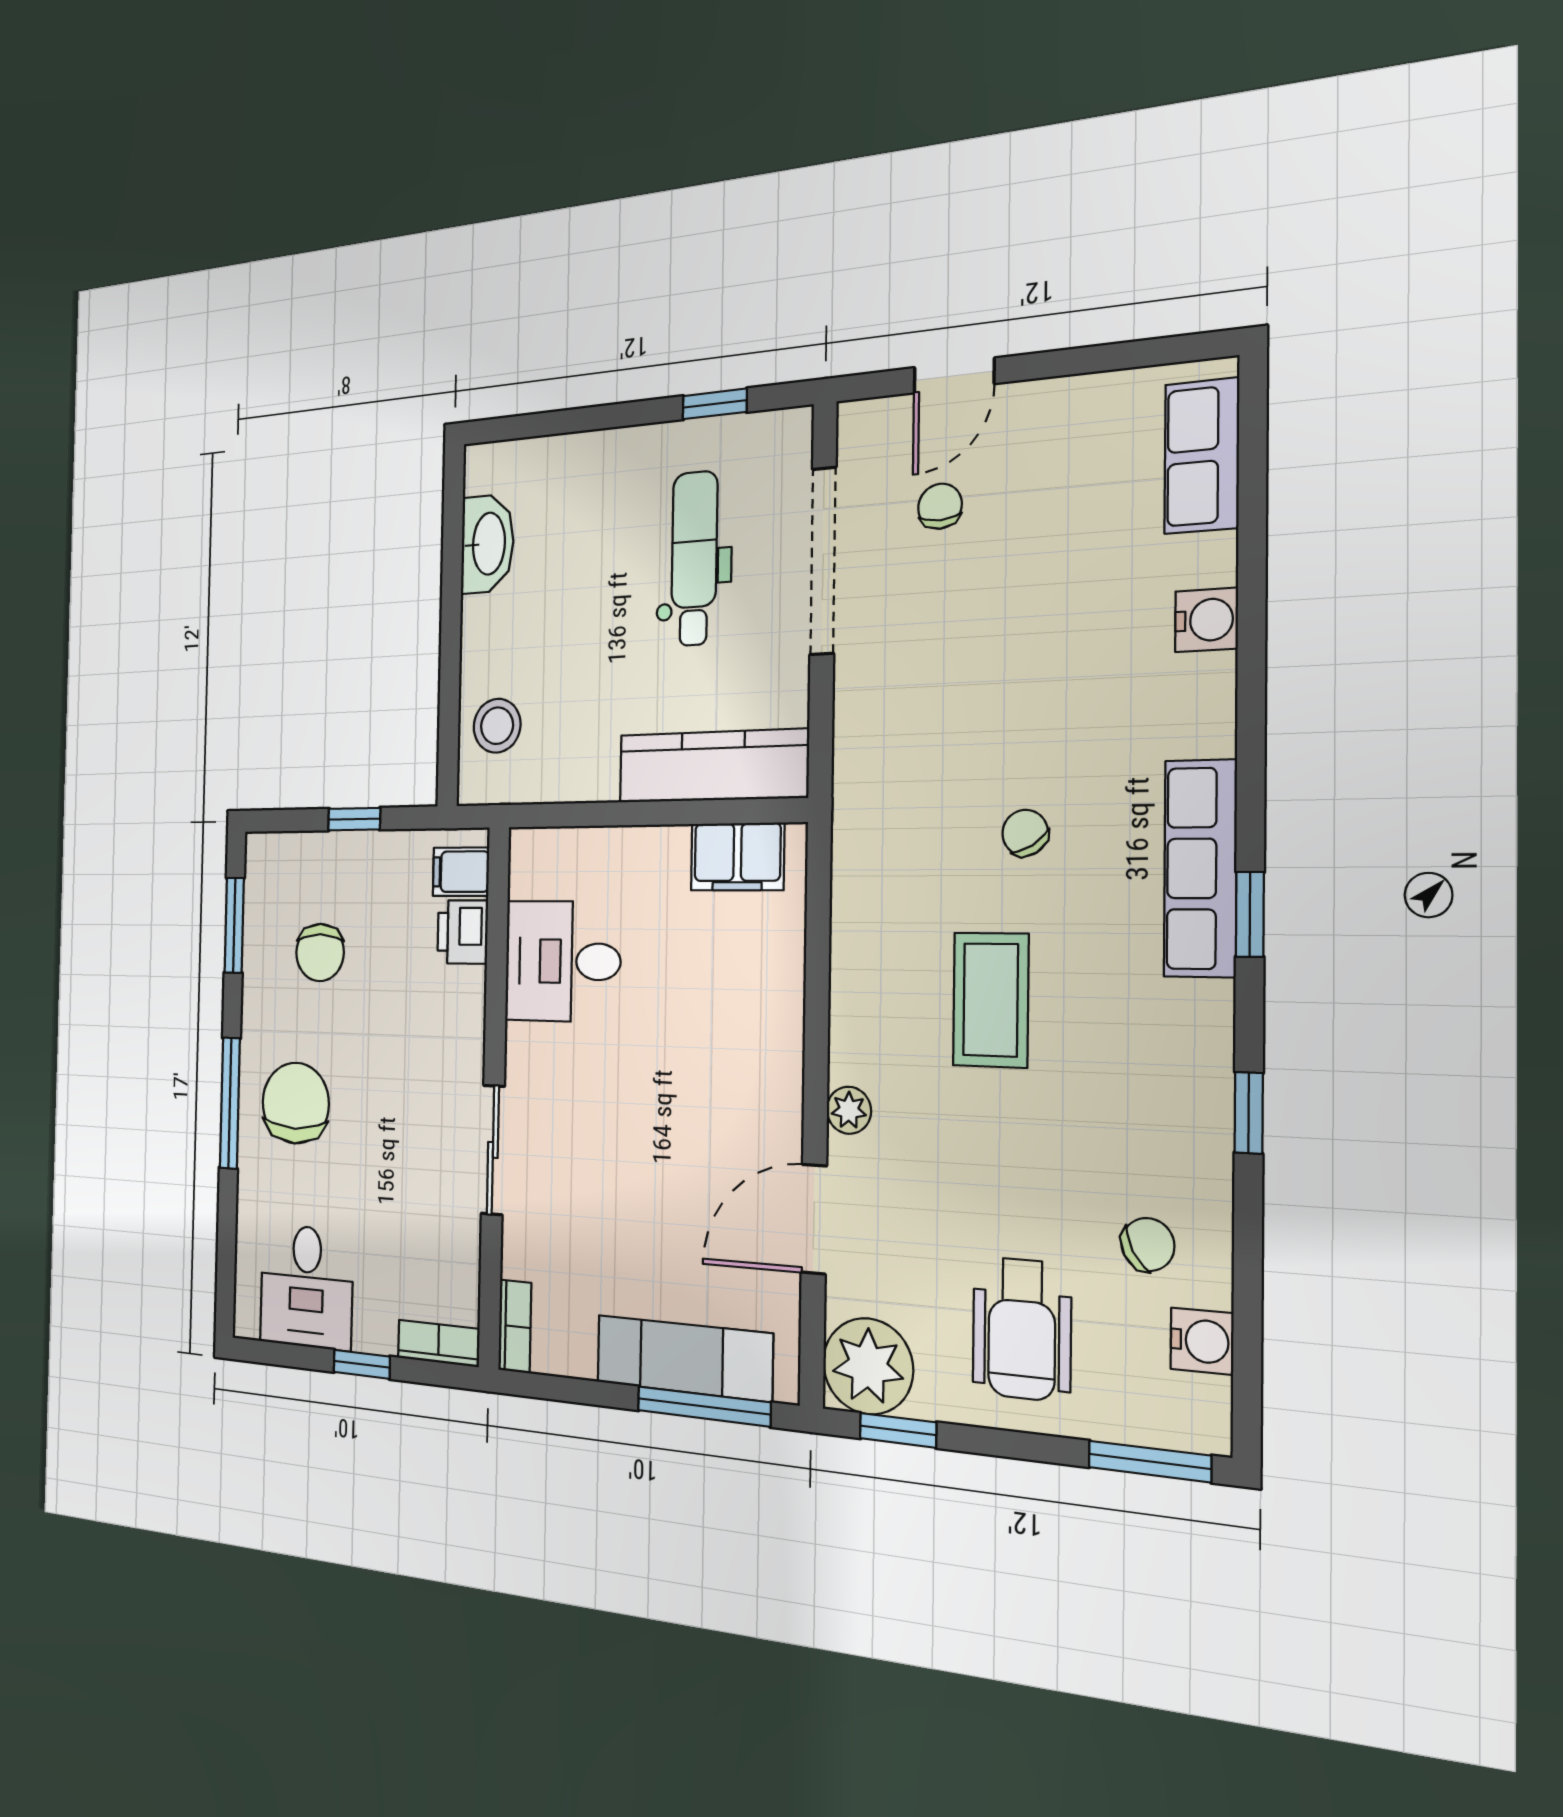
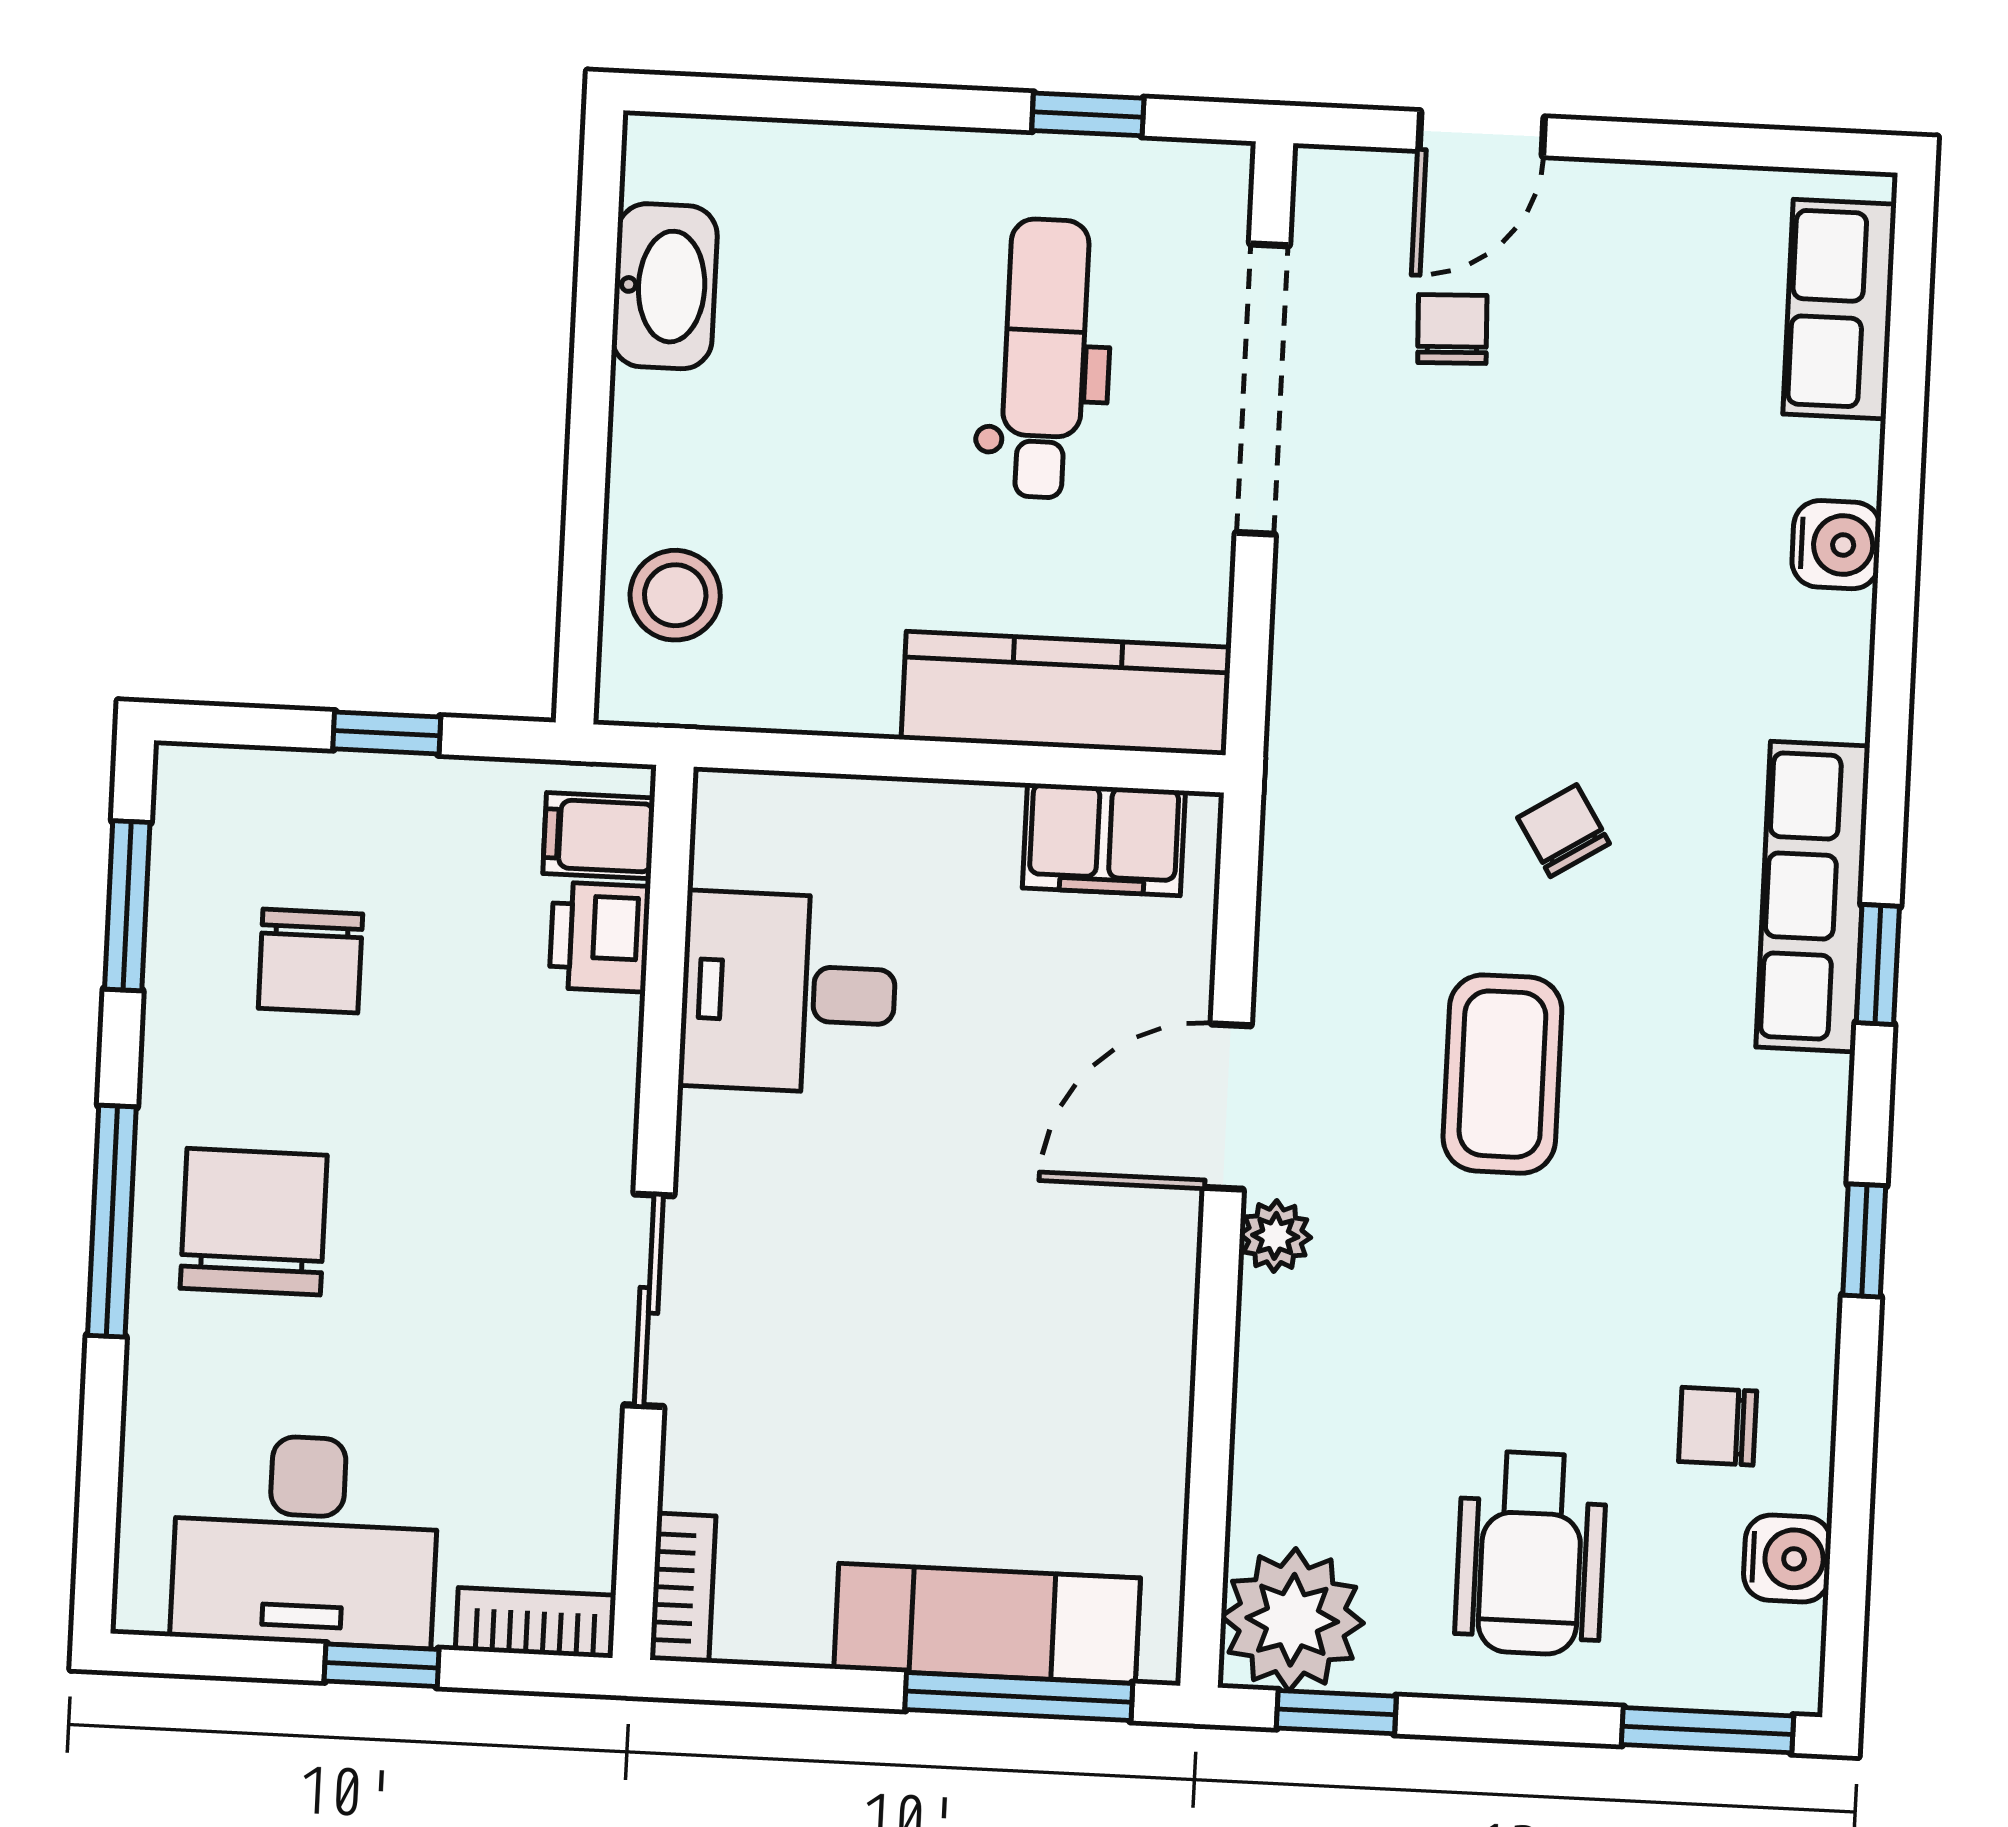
door: (814, 1219) -> (1227, 1107), moved
chair: (1148, 1245) -> (1718, 1426), turned -152
desk: (306, 1287) -> (305, 1540), width x1.37

